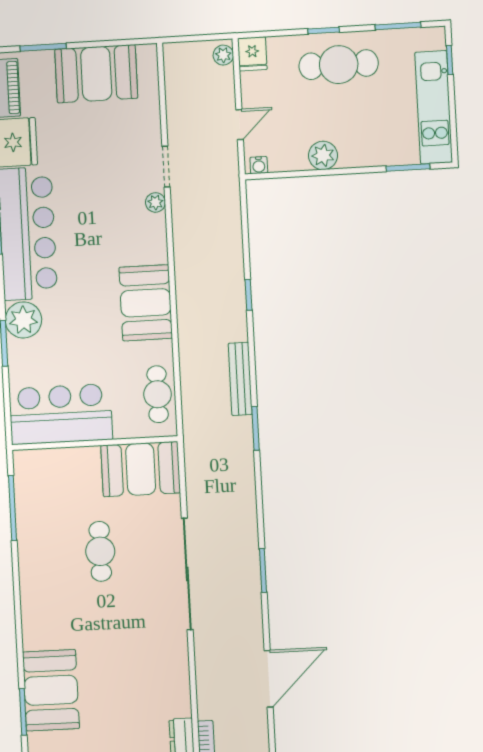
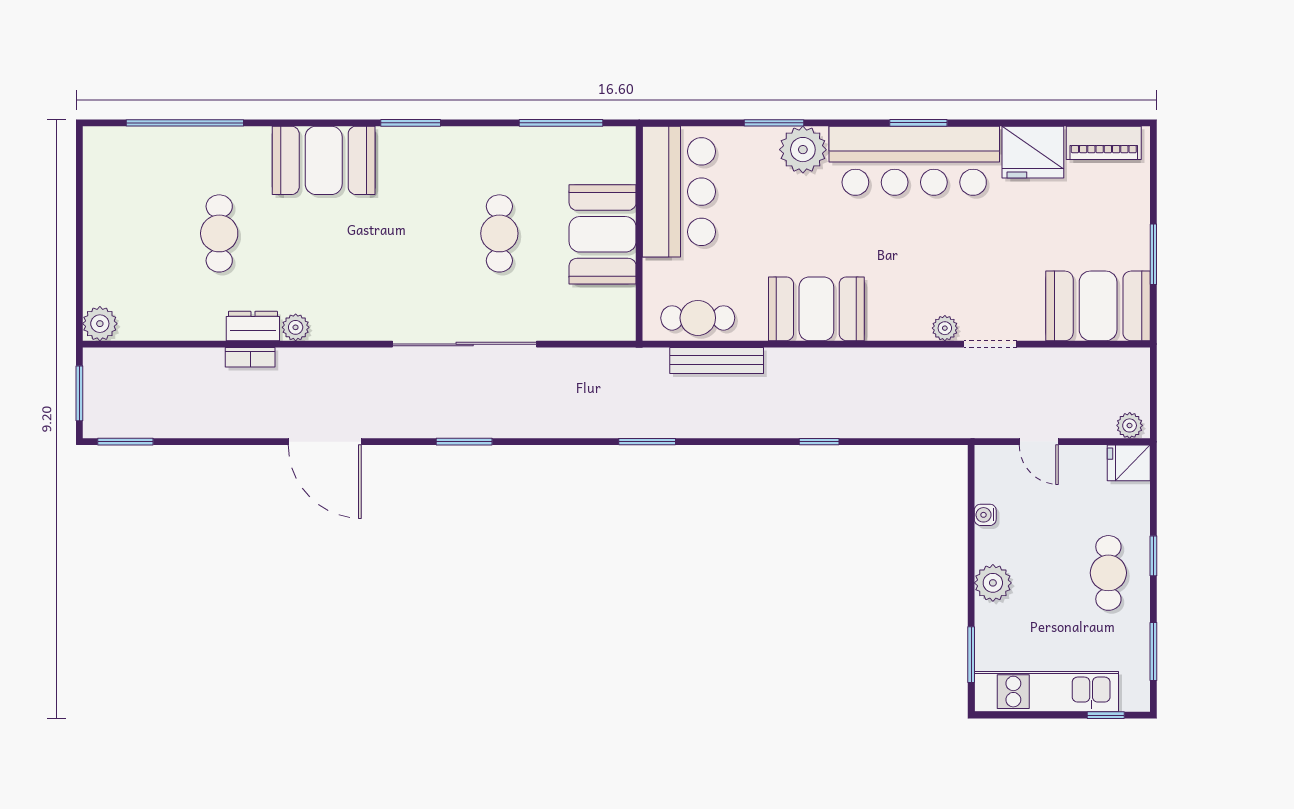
window: (43, 47) -> (1153, 254), moved
cafe table: (339, 65) -> (1108, 573), width x0.73, depth x0.74
booth: (96, 74) -> (1098, 306), moved, turned 90
plant: (323, 155) -> (993, 583), moved
water cooler: (259, 165) -> (985, 515), moved
bench: (240, 379) -> (717, 360), moved
booth: (141, 469) -> (603, 234), moved
cafe table: (100, 551) -> (499, 233), turned 90
plant: (181, 706) -> (296, 327), added
window: (23, 712) -> (411, 123), moved

